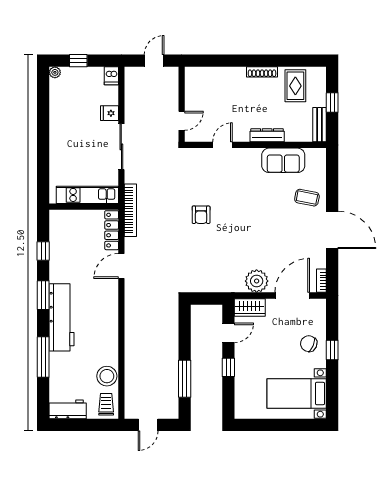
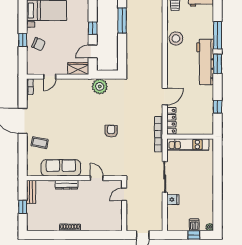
dishwasher: (111, 76) -> (194, 225), moved
rug: (295, 86) -> (47, 218), removed
door: (222, 145) -> (97, 178), swing flipped
sofa: (283, 160) -> (61, 168), width x1.36
plant: (257, 281) -> (100, 86), moved
window: (43, 295) -> (218, 64), moved
door: (292, 295) -> (50, 77), width x0.53
stool: (107, 376) -> (176, 38), moved

